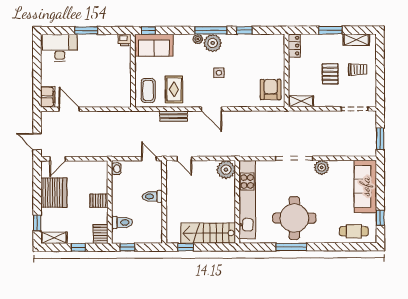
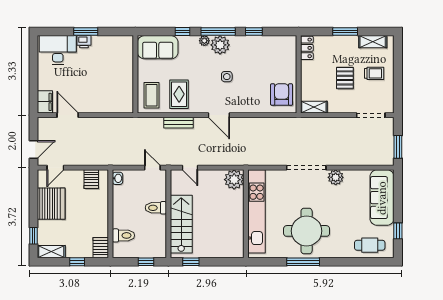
window: (148, 30) -> (183, 32), moved
printer: (125, 40) -> (84, 42), moved
door: (37, 142) -> (34, 149), swing flipped
server rack: (99, 201) -> (91, 179), moved, turned -90
stairs: (208, 233) -> (181, 224), moved, turned 90
window: (127, 247) -> (146, 262), moved

